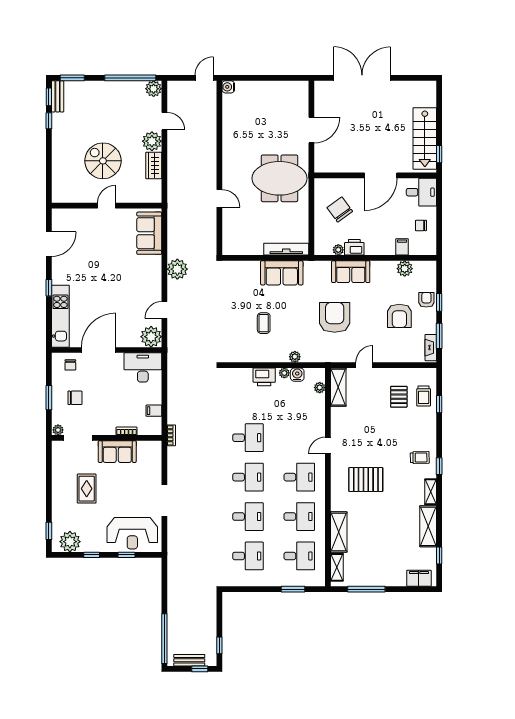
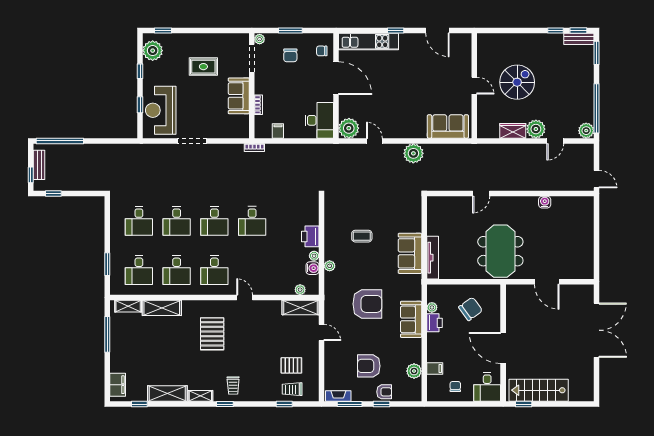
water cooler: (228, 87) -> (545, 202), moved

